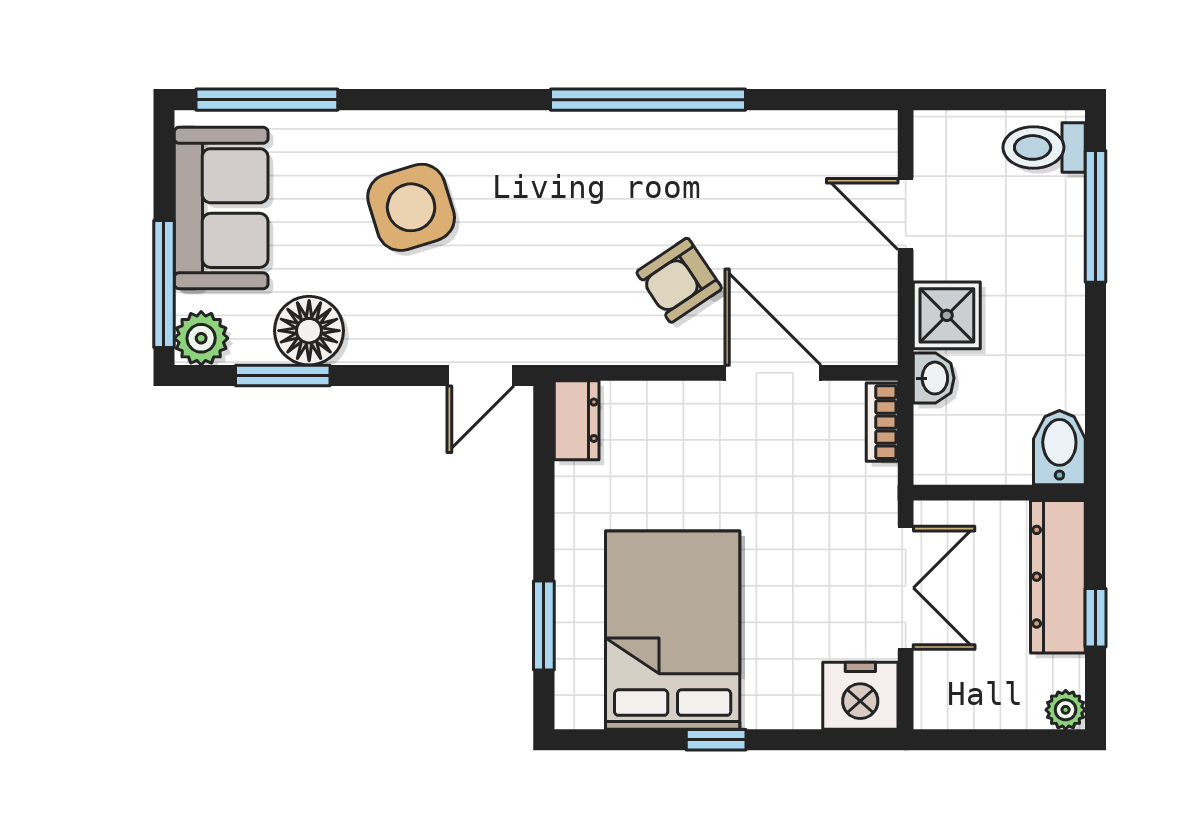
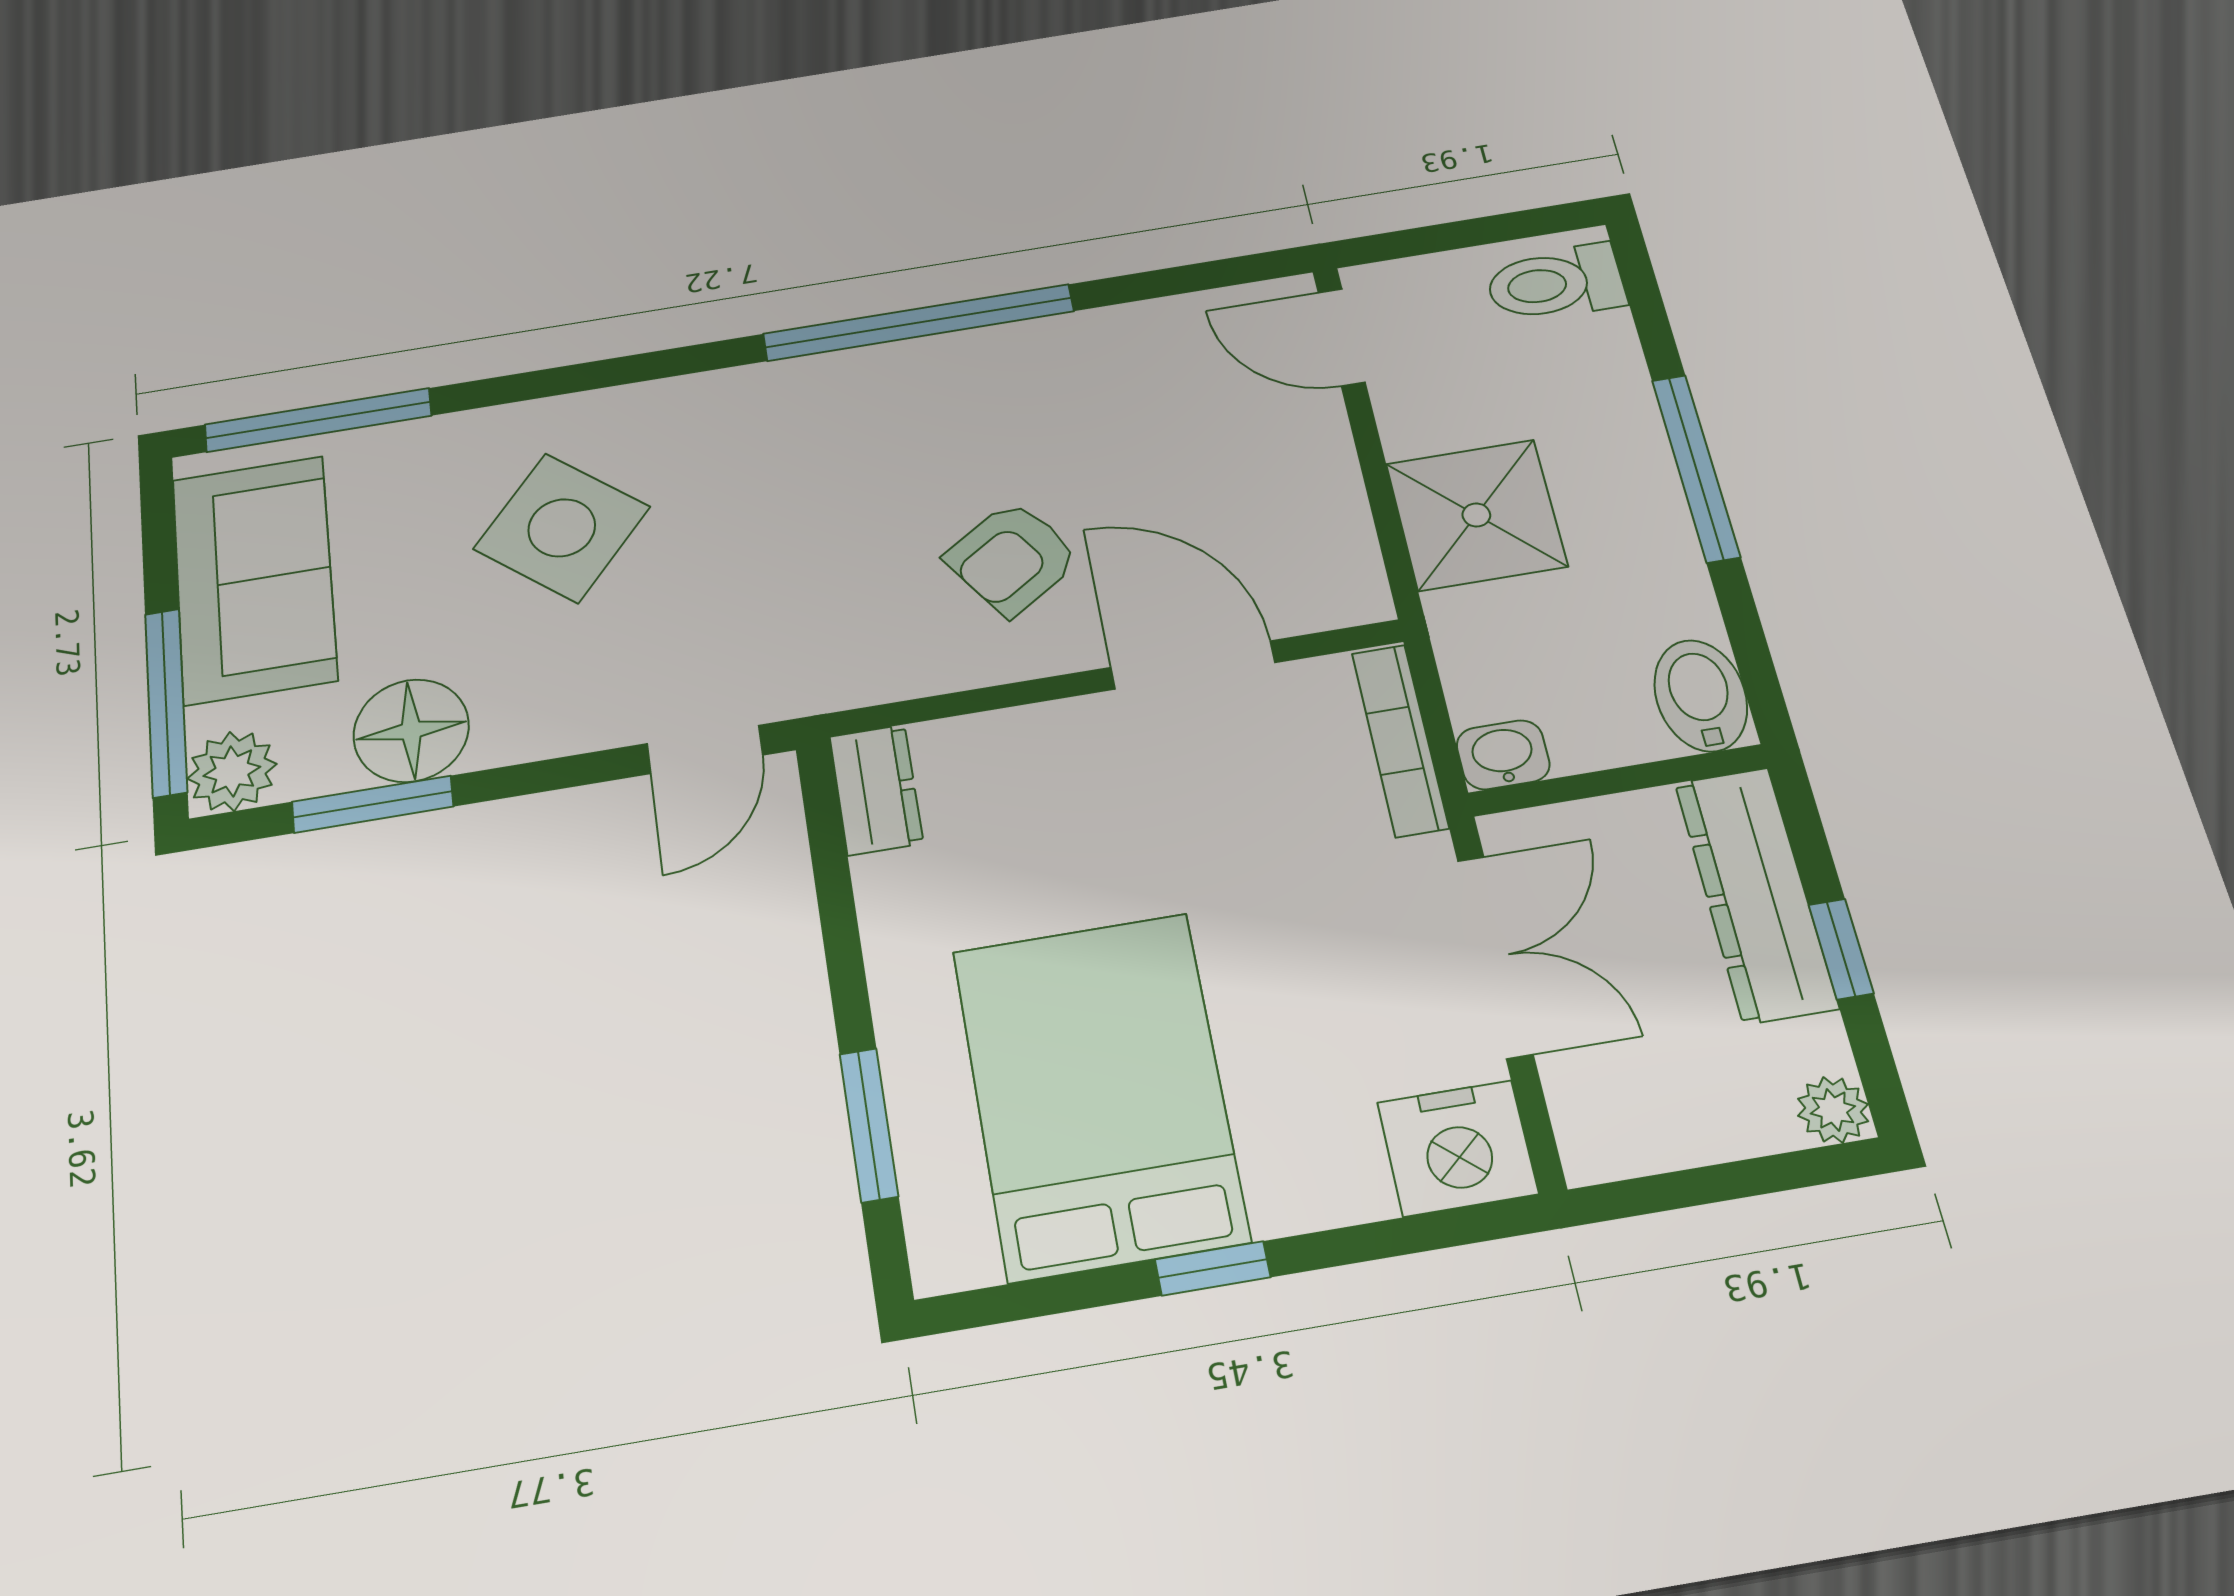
side table: (411, 207) -> (562, 528), turned -33
door: (906, 214) -> (1342, 337), moved
window: (1096, 216) -> (1696, 468), moved
shower: (947, 315) -> (1476, 515), width x1.36, depth x1.36
washbasin: (934, 378) -> (1503, 755), moved, turned -90
bookcase: (882, 422) -> (1400, 740), width x1.56

